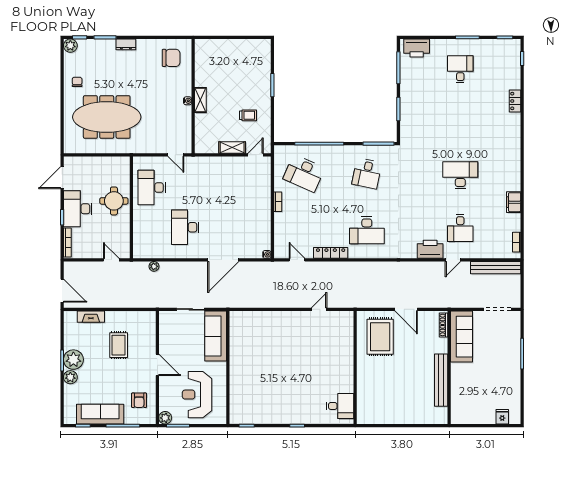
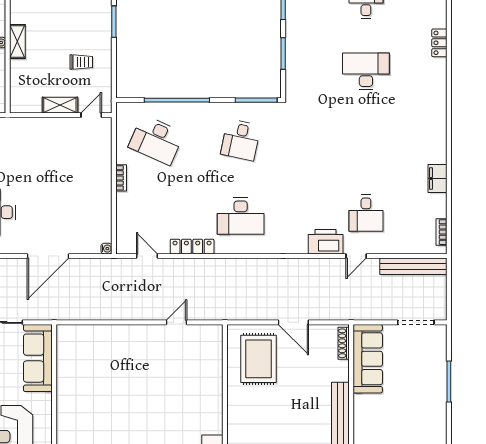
desk: (460, 175) -> (366, 71), moved

